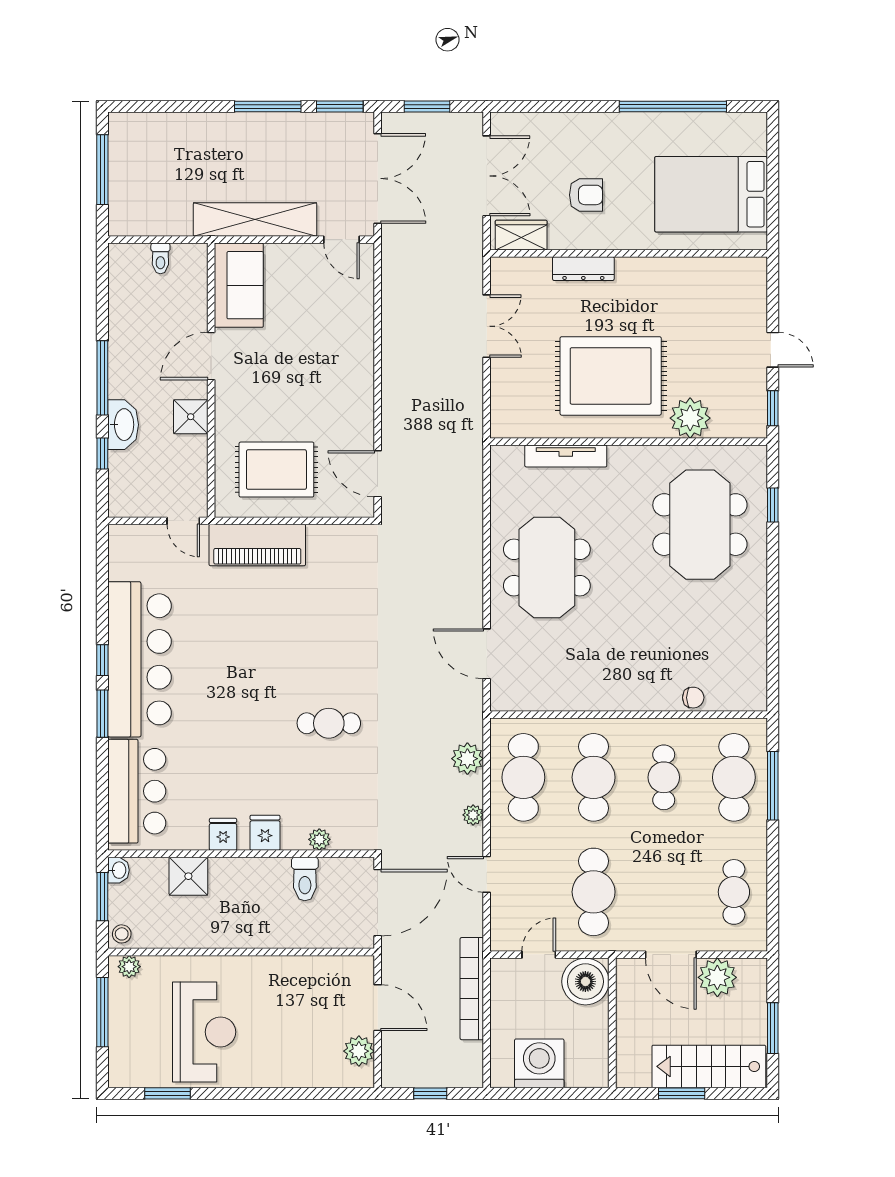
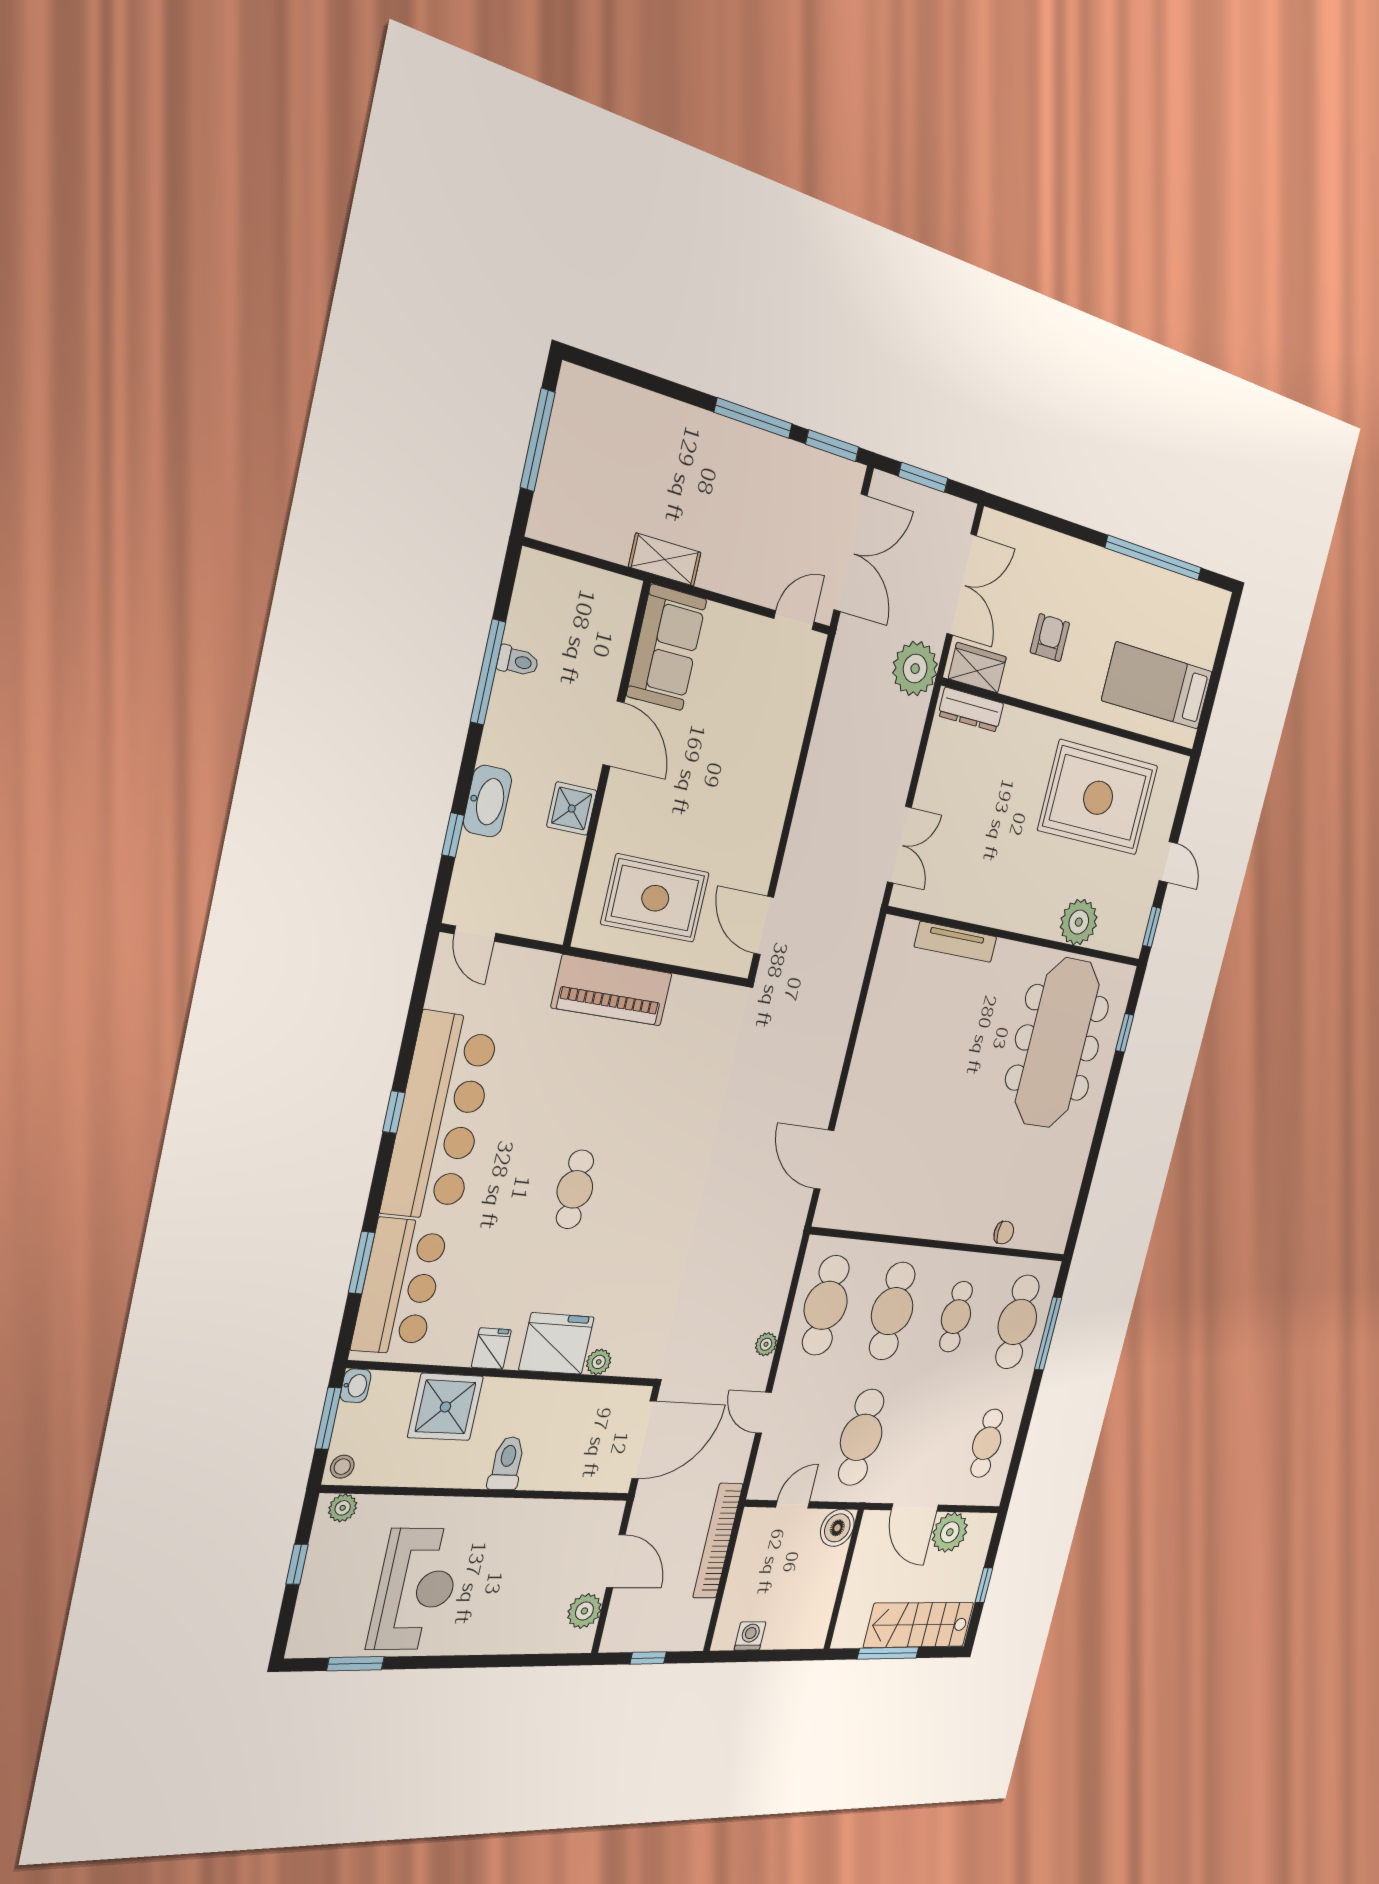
bed: (711, 194) -> (1157, 686), width x0.67
armchair: (586, 195) -> (1050, 638), turned -90
shelving: (255, 220) -> (665, 560), width x0.45, depth x0.75
door: (342, 240) -> (794, 620), swing flipped
toilet: (160, 258) -> (518, 661), moved, turned -90
dresser: (583, 269) -> (971, 710), moved
double door: (487, 326) -> (899, 845), moved
door: (211, 356) -> (614, 734), swing flipped
rug: (611, 376) -> (1098, 798), moved
window: (102, 378) -> (488, 672), moved
door: (183, 521) -> (475, 934), moved
meeting table: (700, 525) -> (1057, 1043), width x1.36
meeting table: (547, 567) -> (906, 1068), removed
window: (102, 714) -> (362, 1263), moved
cafe table: (329, 723) -> (575, 1189), moved, turned 90
plant: (467, 759) -> (915, 669), moved, width x1.36, depth x1.36
fridge: (265, 833) -> (557, 1343), width x1.88, depth x1.34
shower: (188, 876) -> (445, 1407), width x1.36, depth x1.36
toilet: (305, 879) -> (507, 1463), moved, turned 180
boiler: (585, 982) -> (837, 1528), width x0.73, depth x0.73
window: (102, 1012) -> (297, 1564), width x0.46
window: (773, 1028) -> (984, 1585), width x0.67
washing machine: (539, 1063) -> (750, 1636), width x0.53, depth x0.53
window: (682, 1093) -> (888, 1653), width x1.44

